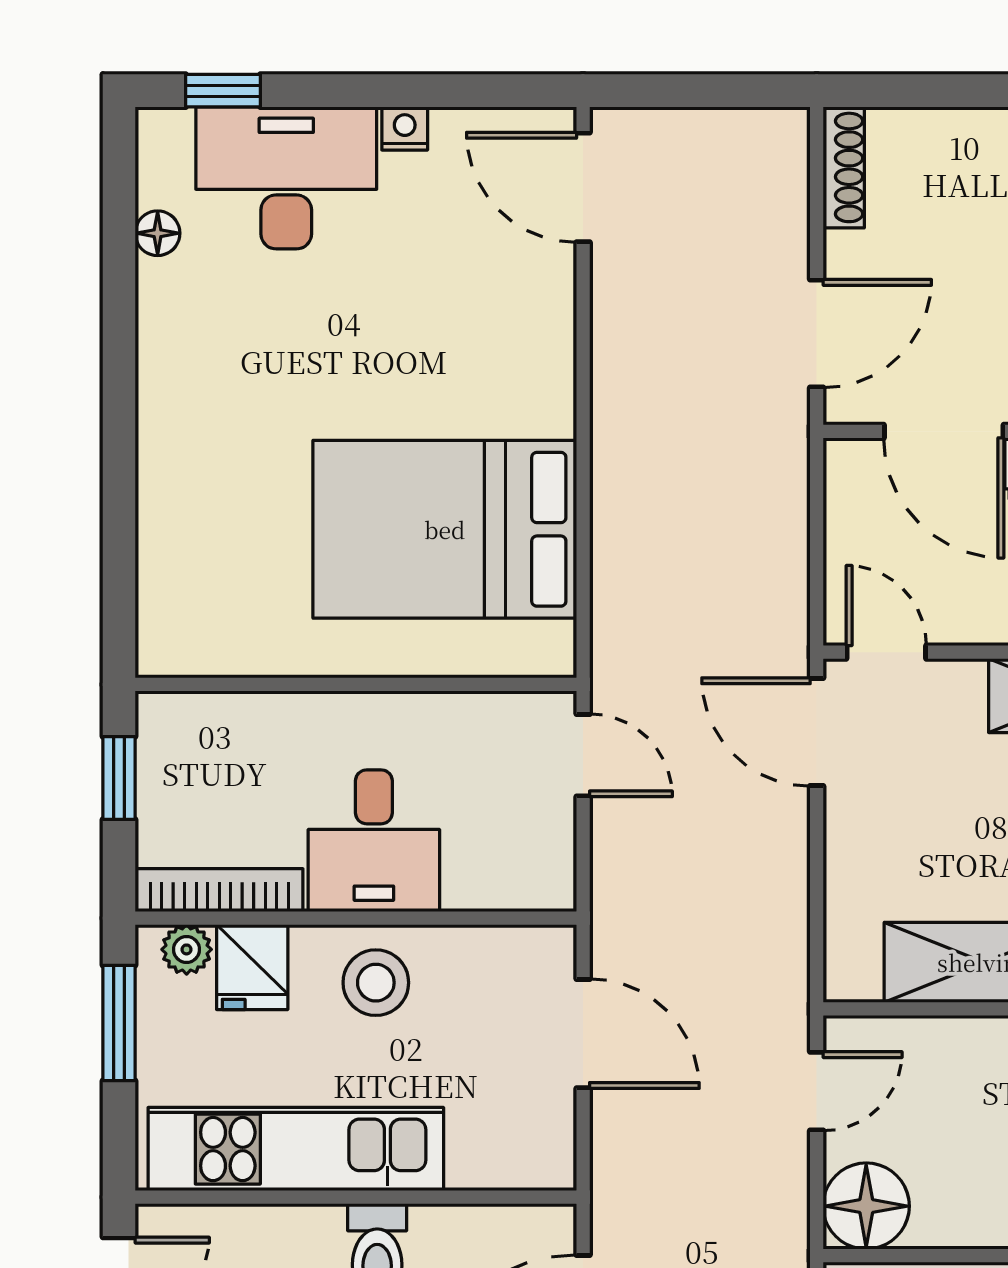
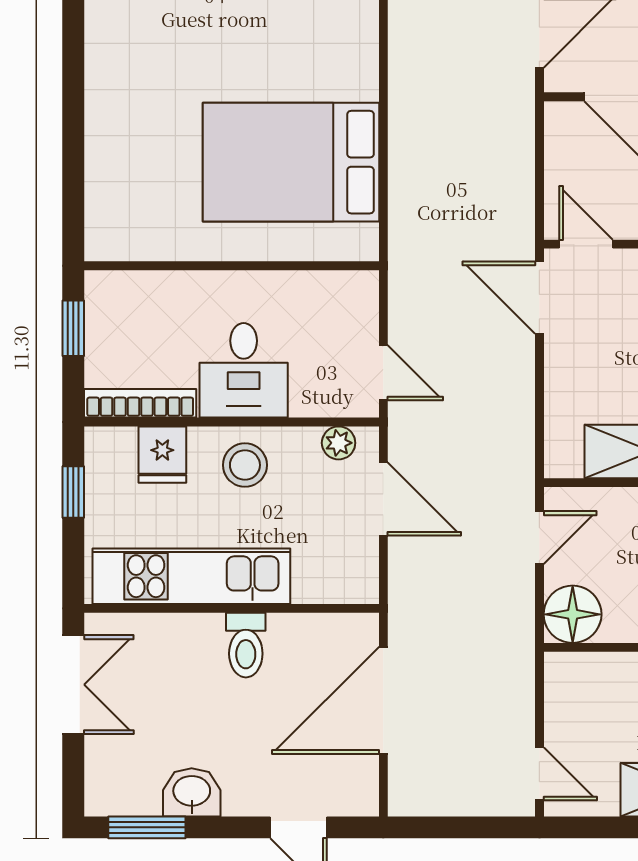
door: (583, 755) -> (383, 373), moved
plant: (187, 949) -> (339, 443), moved
window: (119, 1023) -> (73, 492), width x0.67

